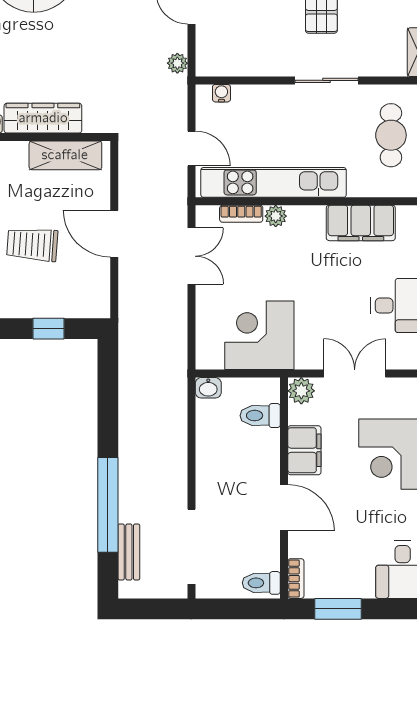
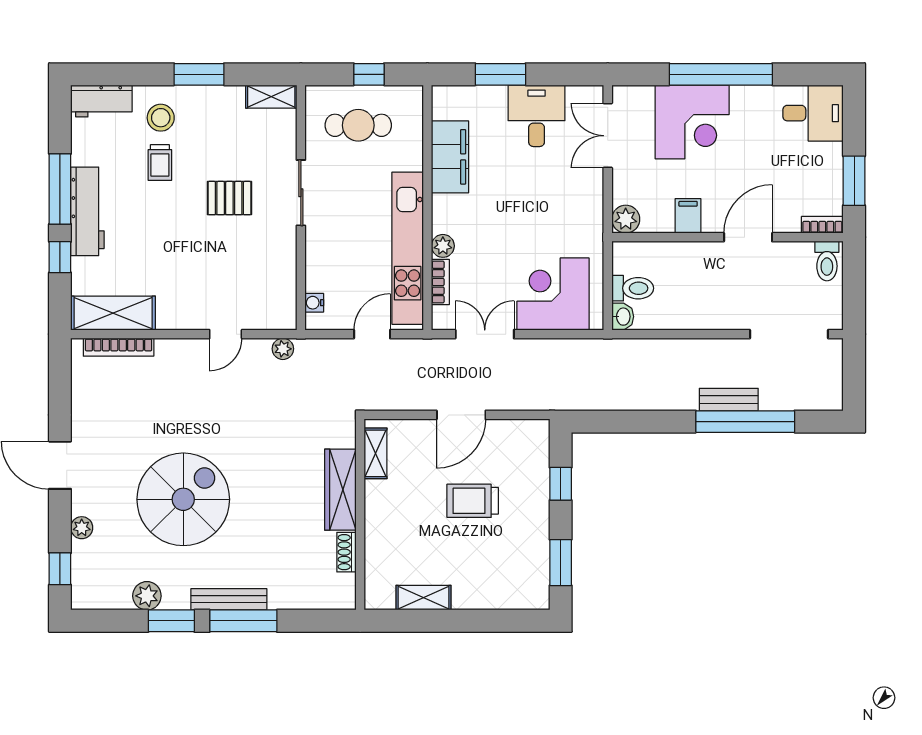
shelving: (65, 155) -> (375, 453), width x0.67, depth x0.75
trolley: (32, 244) -> (473, 501), turned 86
corner desk: (259, 335) -> (553, 294), moved, turned 90
double door: (355, 374) -> (608, 136), moved
toilet: (260, 416) -> (633, 288), moved, turned -90
filing cabinet: (304, 450) -> (688, 216), width x0.50
bench: (129, 552) -> (729, 400), moved

